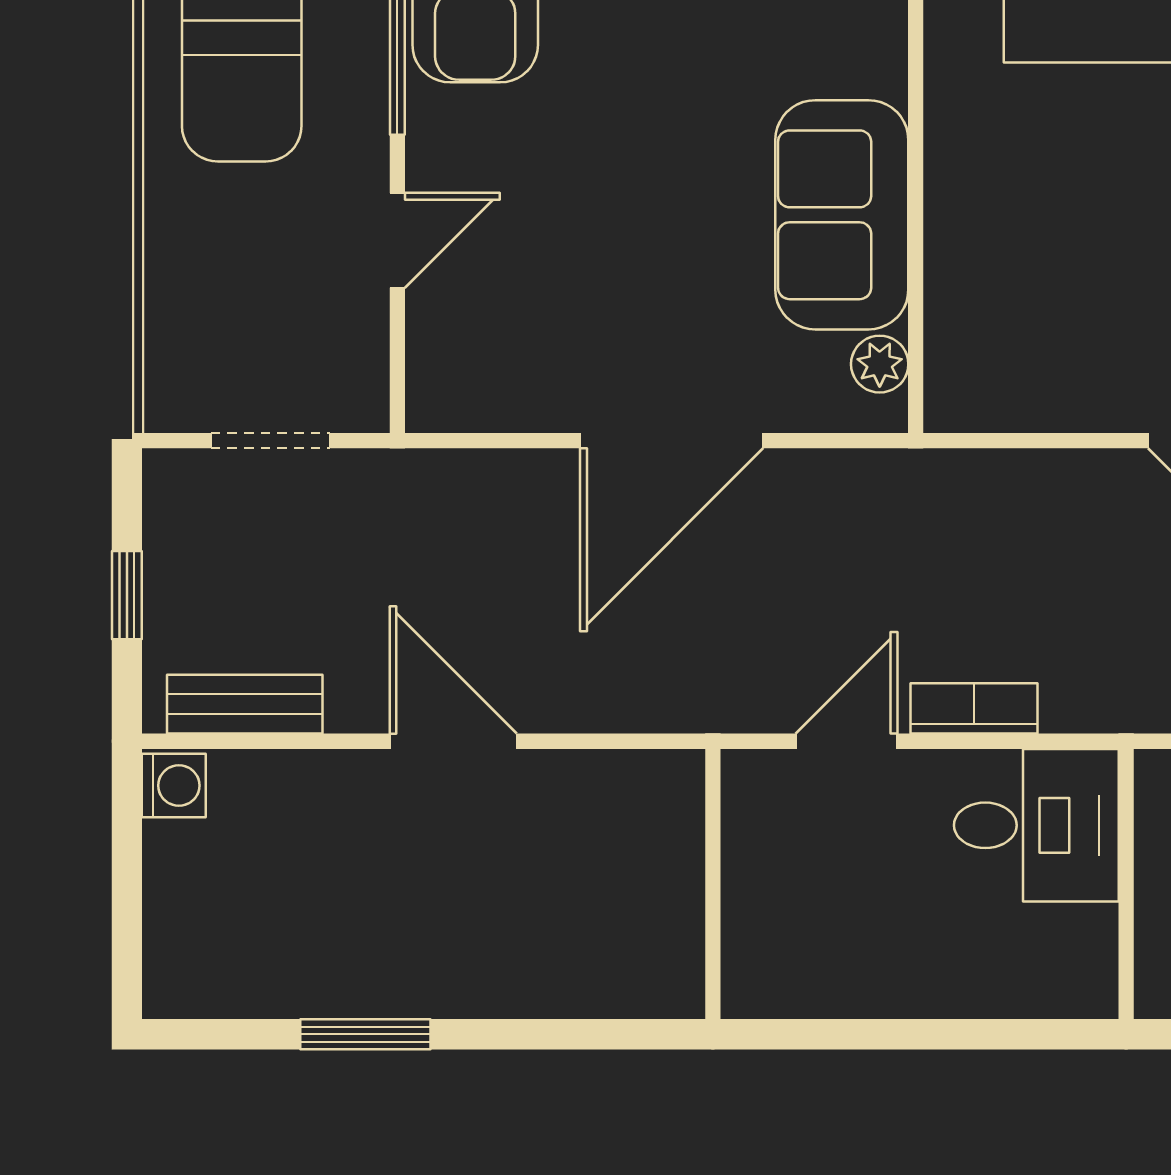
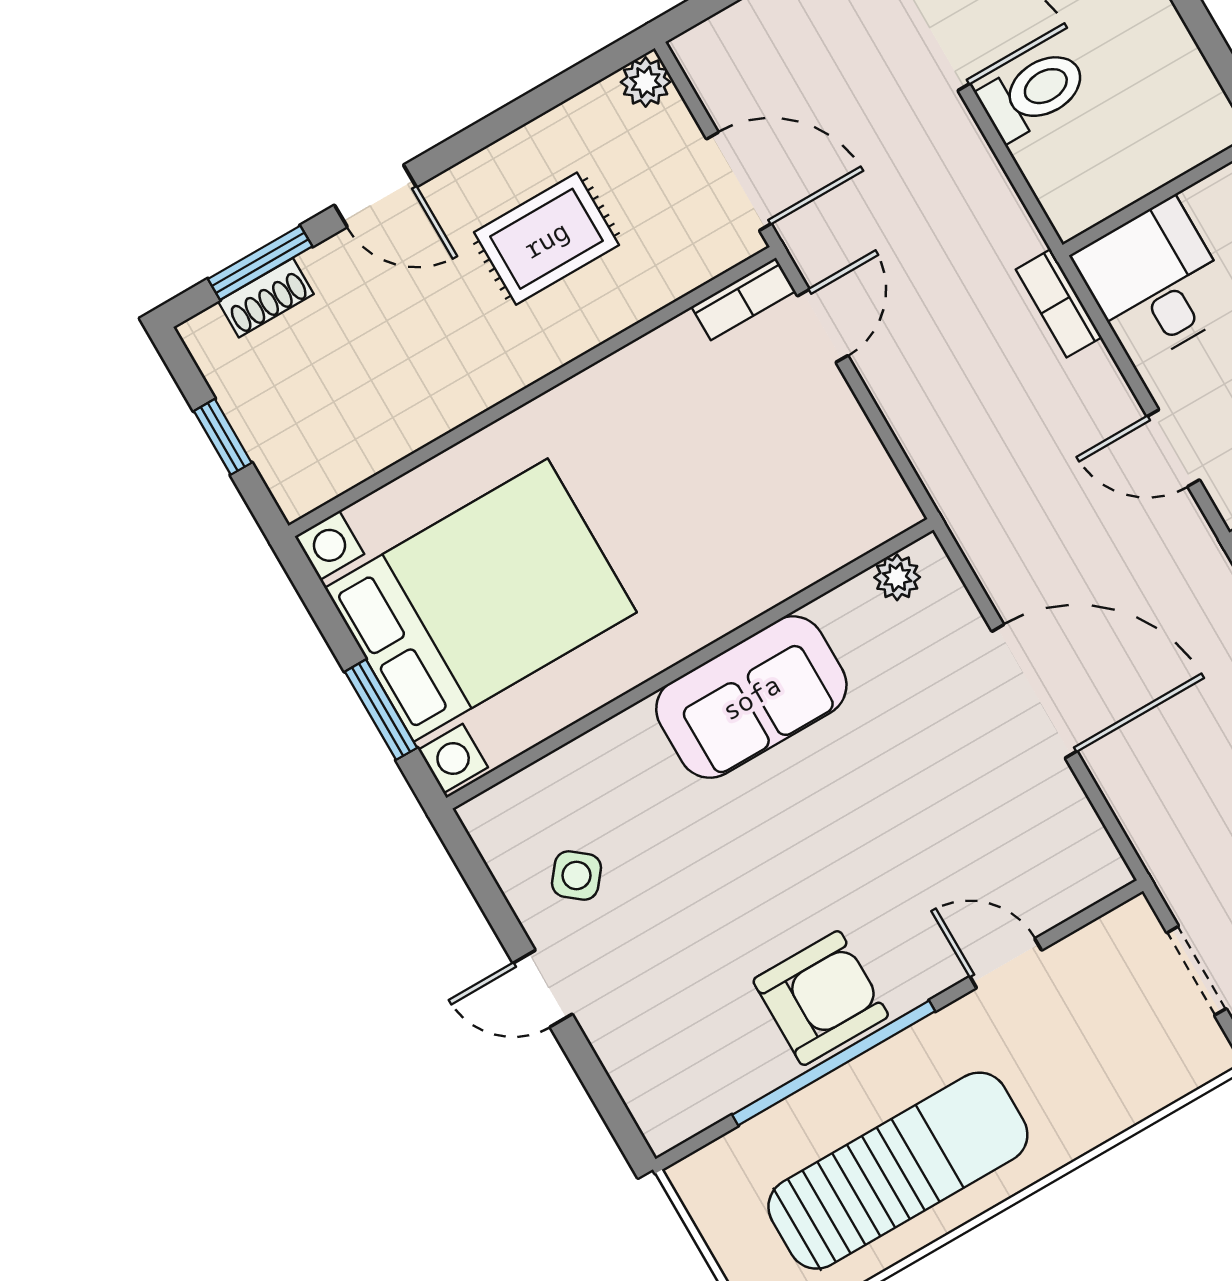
sofa: (842, 215) -> (751, 697), moved
bookcase: (974, 708) -> (1059, 303), moved

